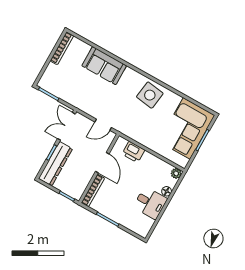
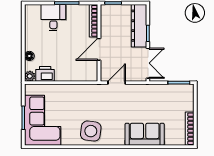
printer: (133, 152) -> (45, 74), moved
door: (102, 163) -> (99, 49), hinge flipped
desk: (150, 203) -> (53, 18), moved, turned 90

